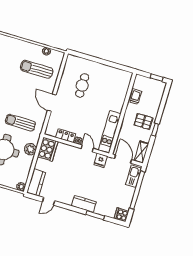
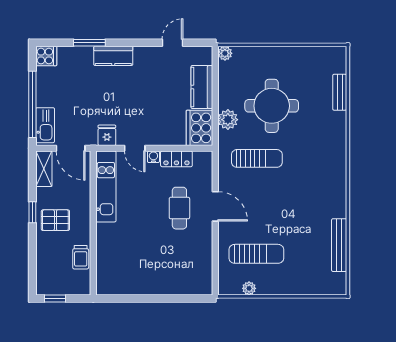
cafe table: (82, 85) -> (179, 208), moved
kitchen counter: (36, 182) -> (202, 87), moved

